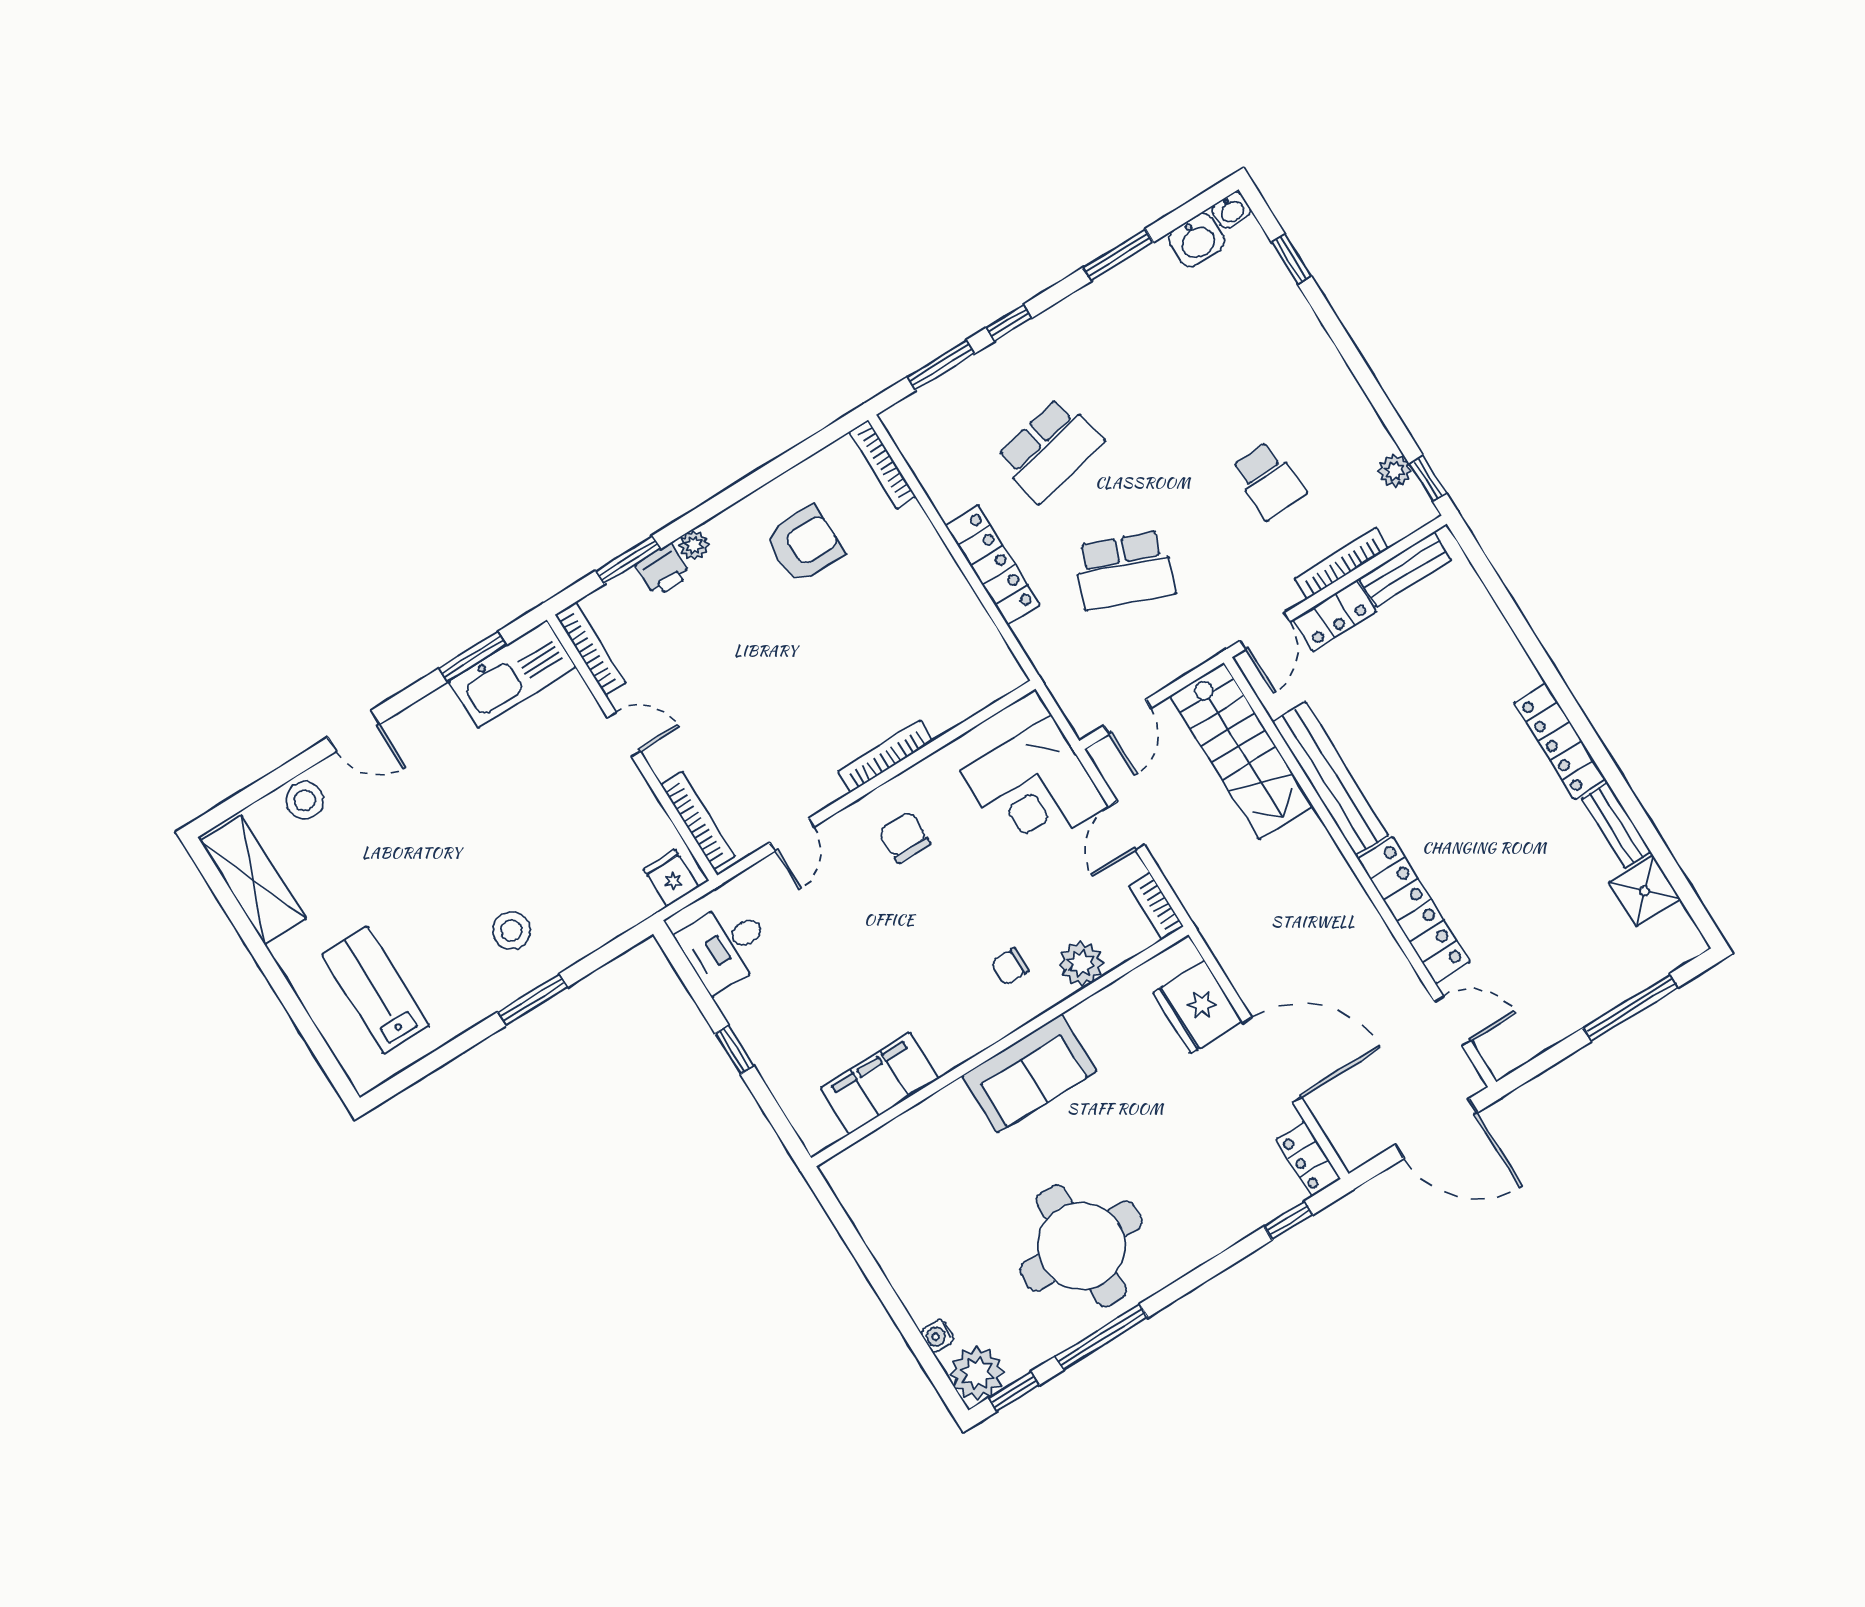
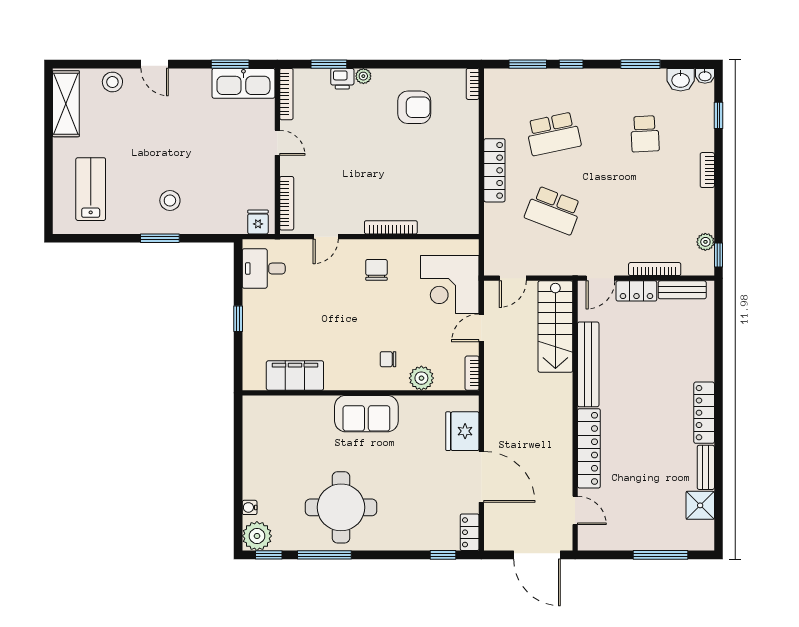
bookcase: (1327, 356) -> (707, 170), added
bookcase: (882, 464) -> (473, 84), width x0.64
school desk: (1268, 480) -> (645, 134), moved

